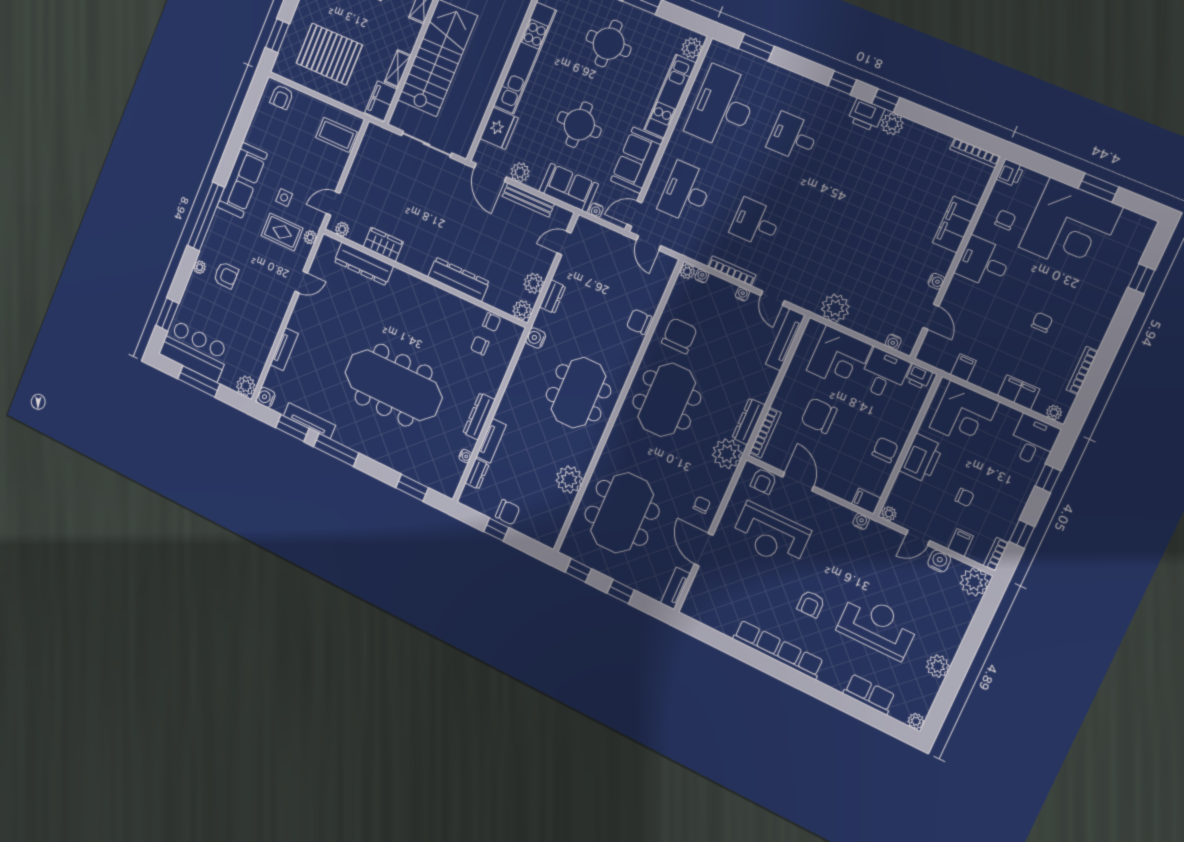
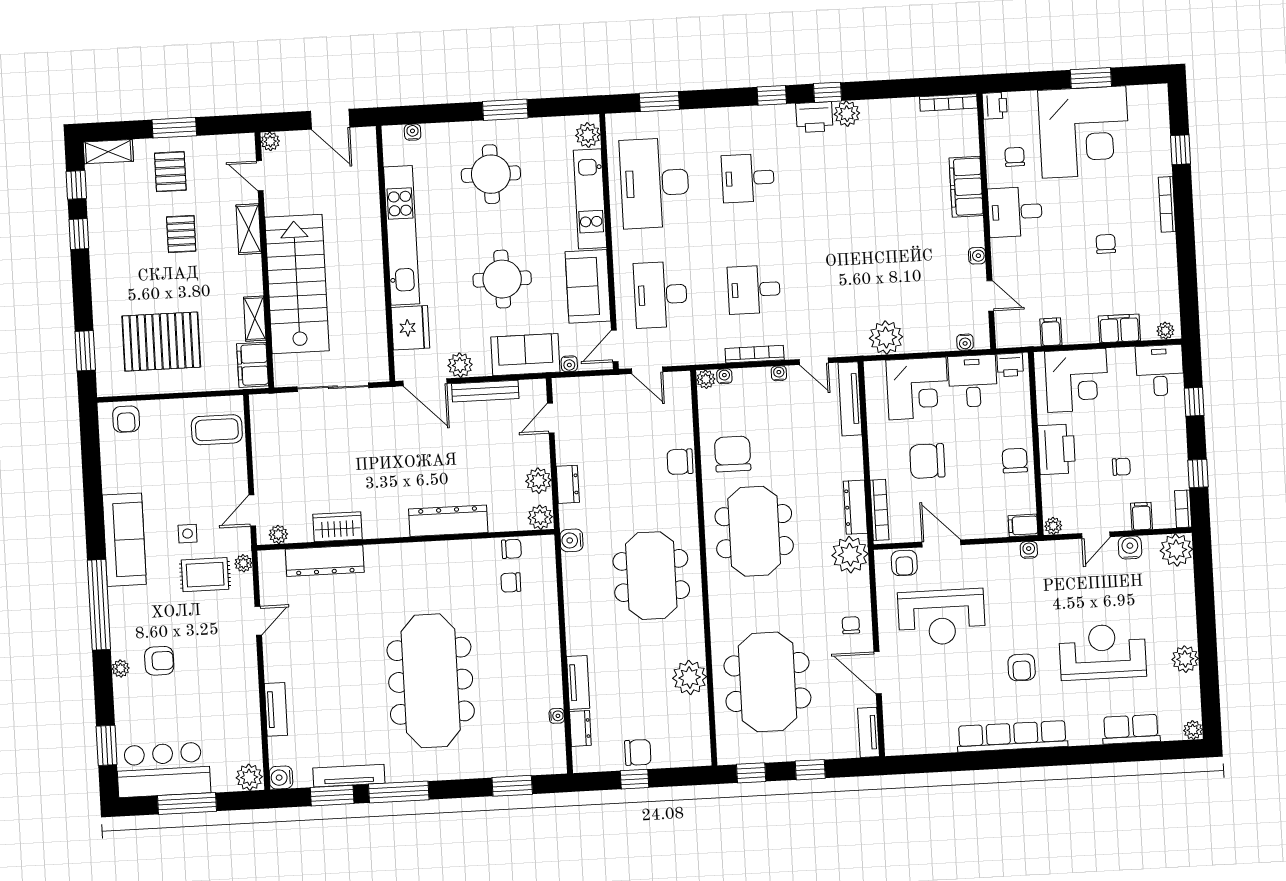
bookcase: (1082, 371) -> (1167, 204), moved
meeting table: (393, 385) -> (431, 681), turned 90
dresser: (479, 416) -> (550, 662), removed

